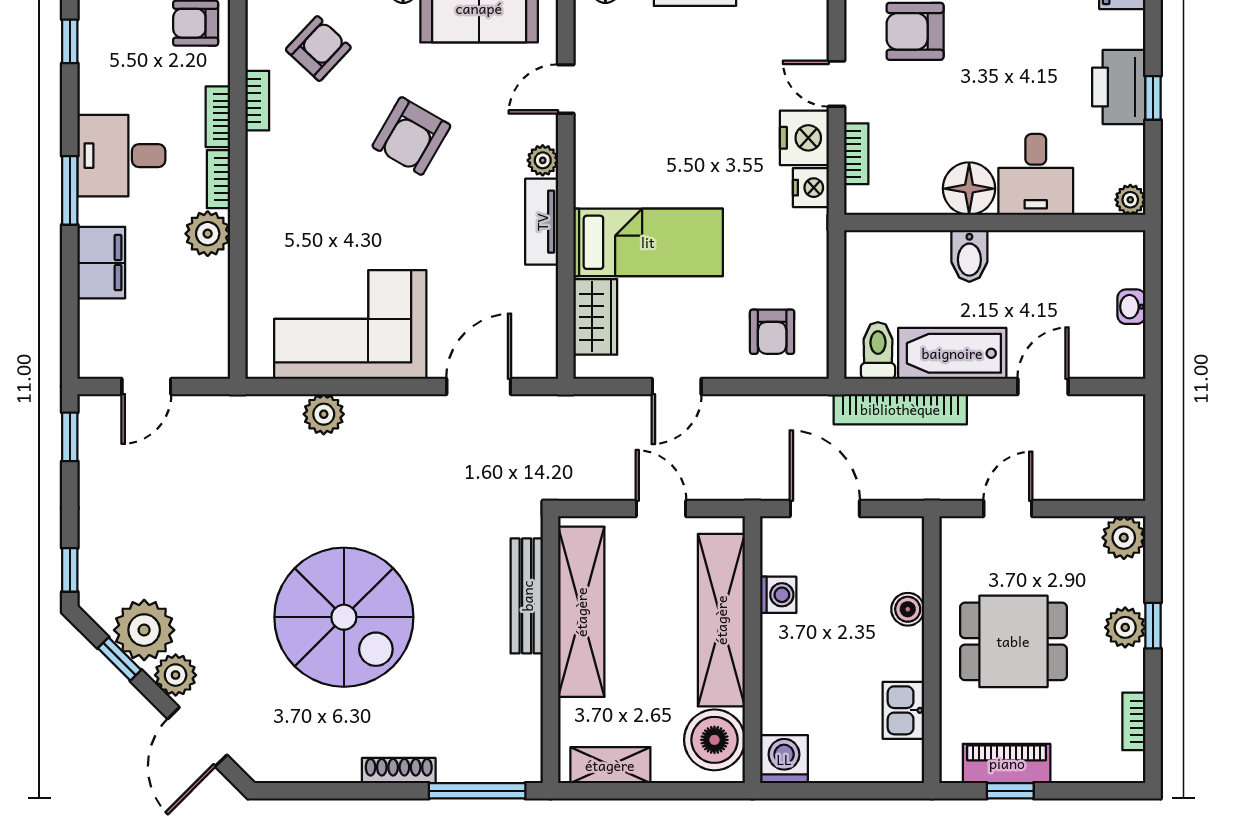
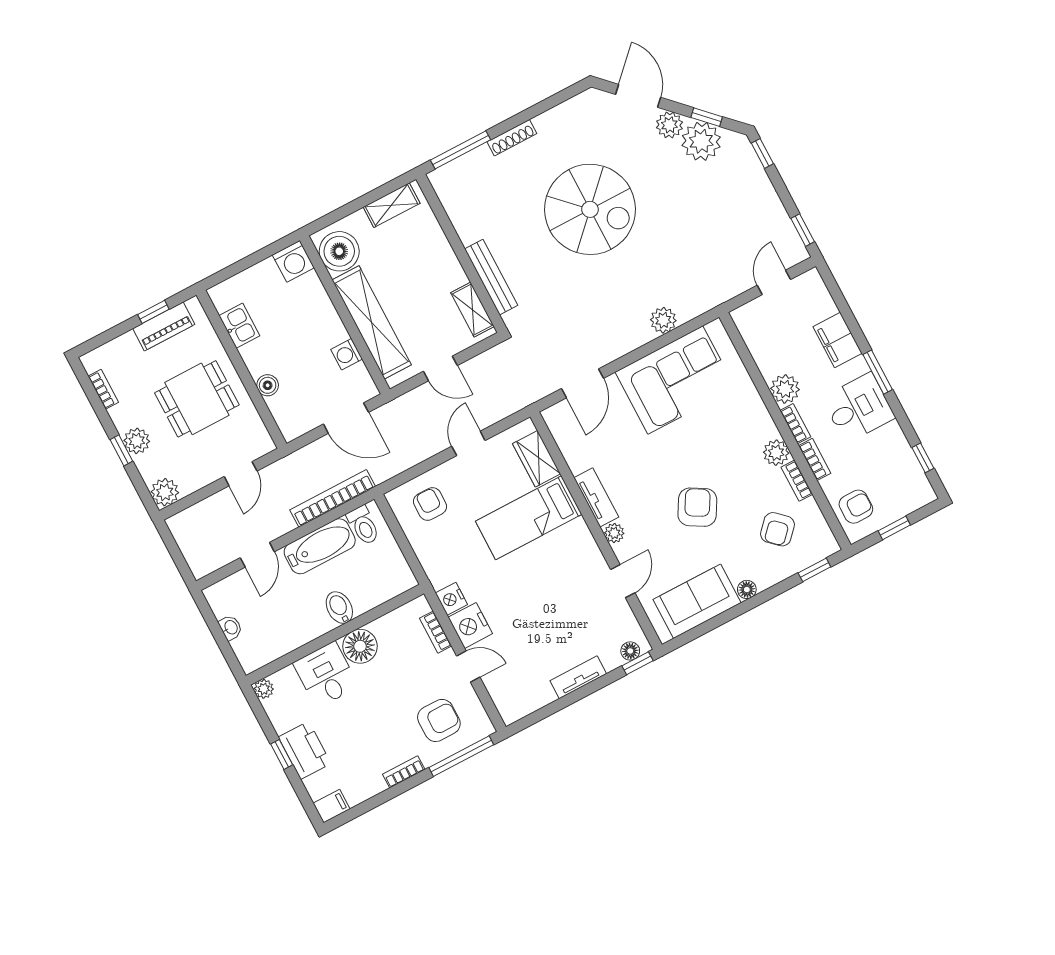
plant: (265, 154) -> (776, 453), added
shelving: (581, 612) -> (472, 310), width x0.45, depth x0.75
spiral stairs: (344, 617) -> (590, 209), turned 180

